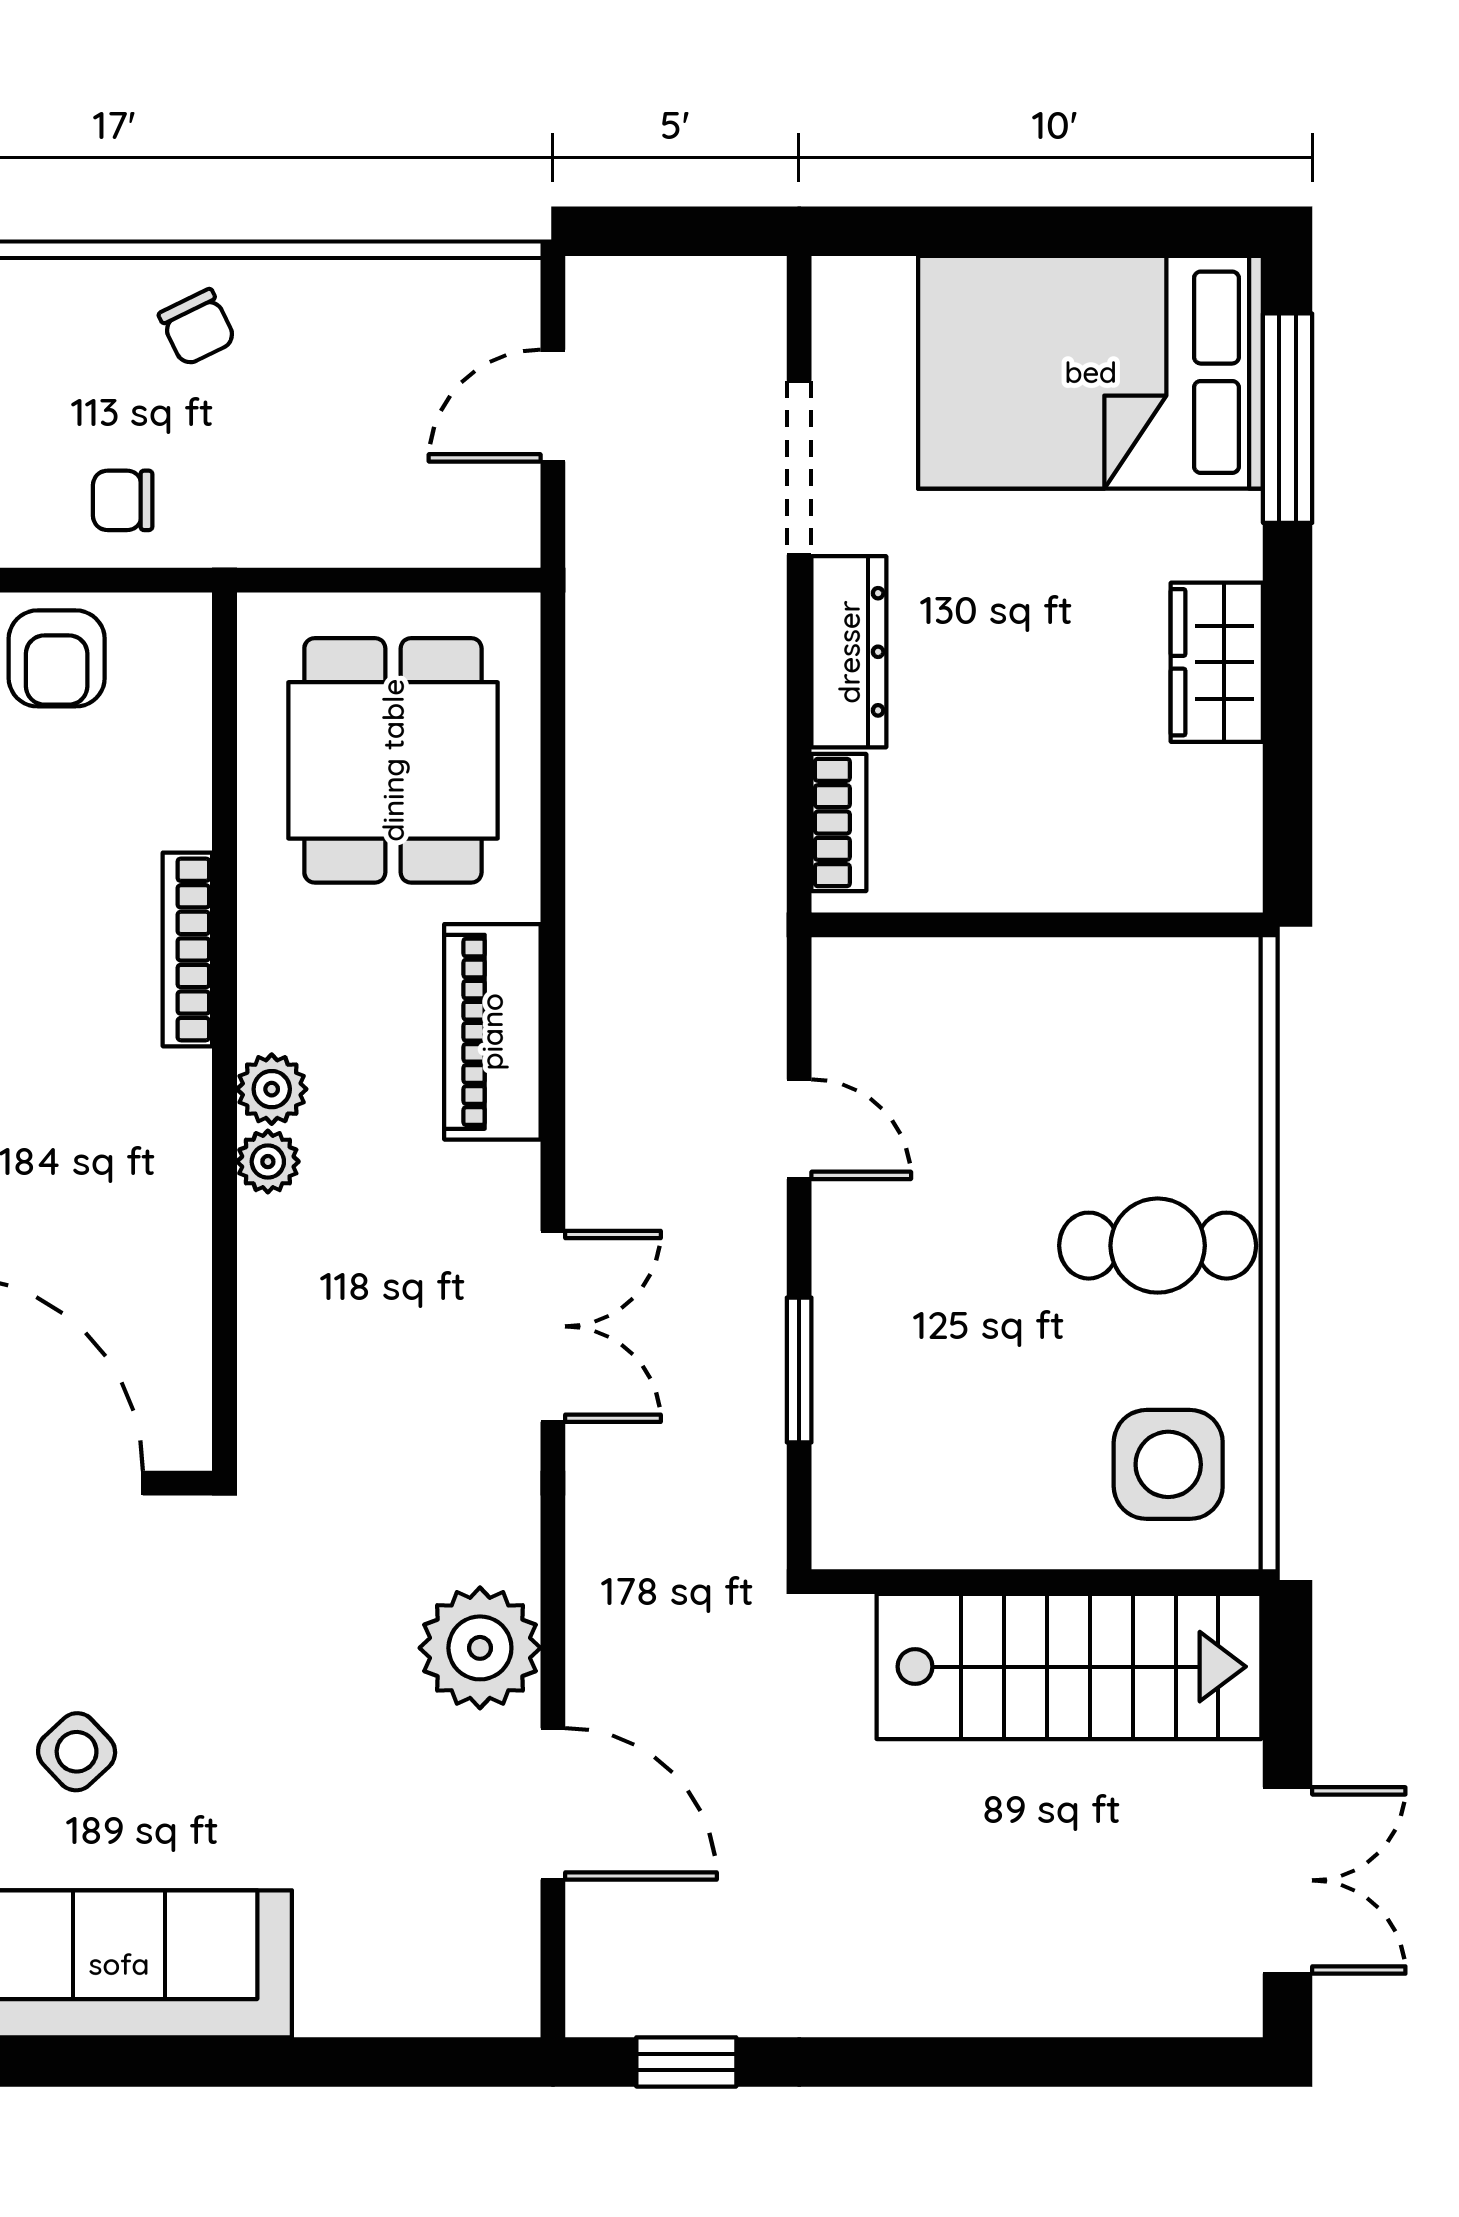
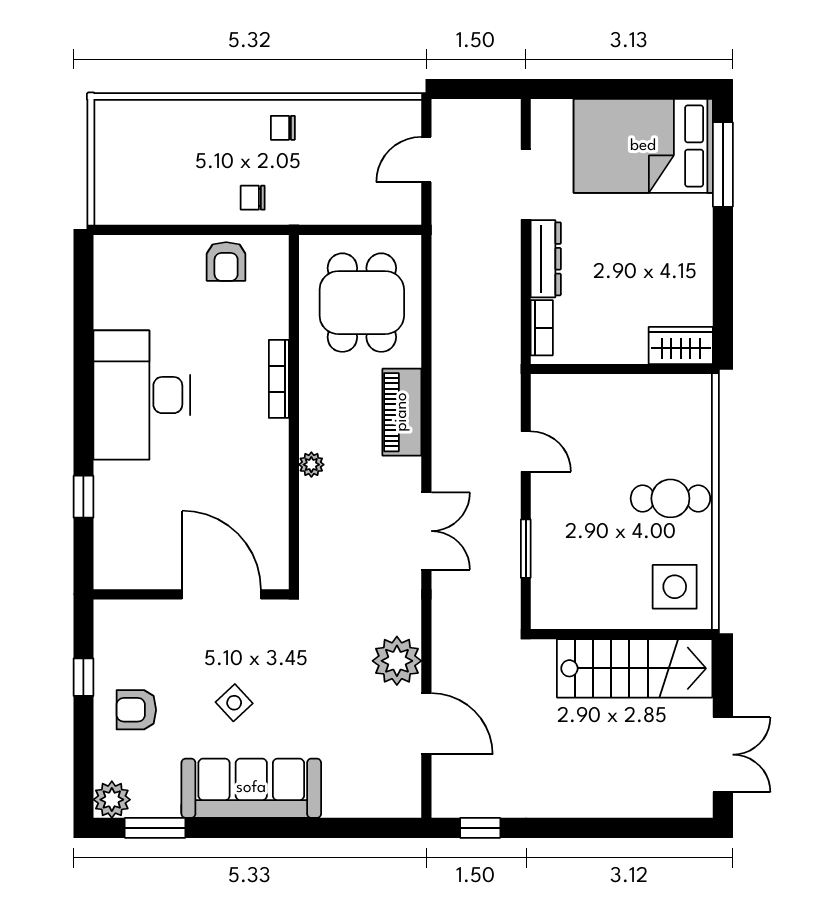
chair: (197, 327) -> (283, 128), turned 116
wardrobe: (1217, 662) -> (681, 345), moved, turned 90
plant: (272, 1089) -> (313, 435), removed

